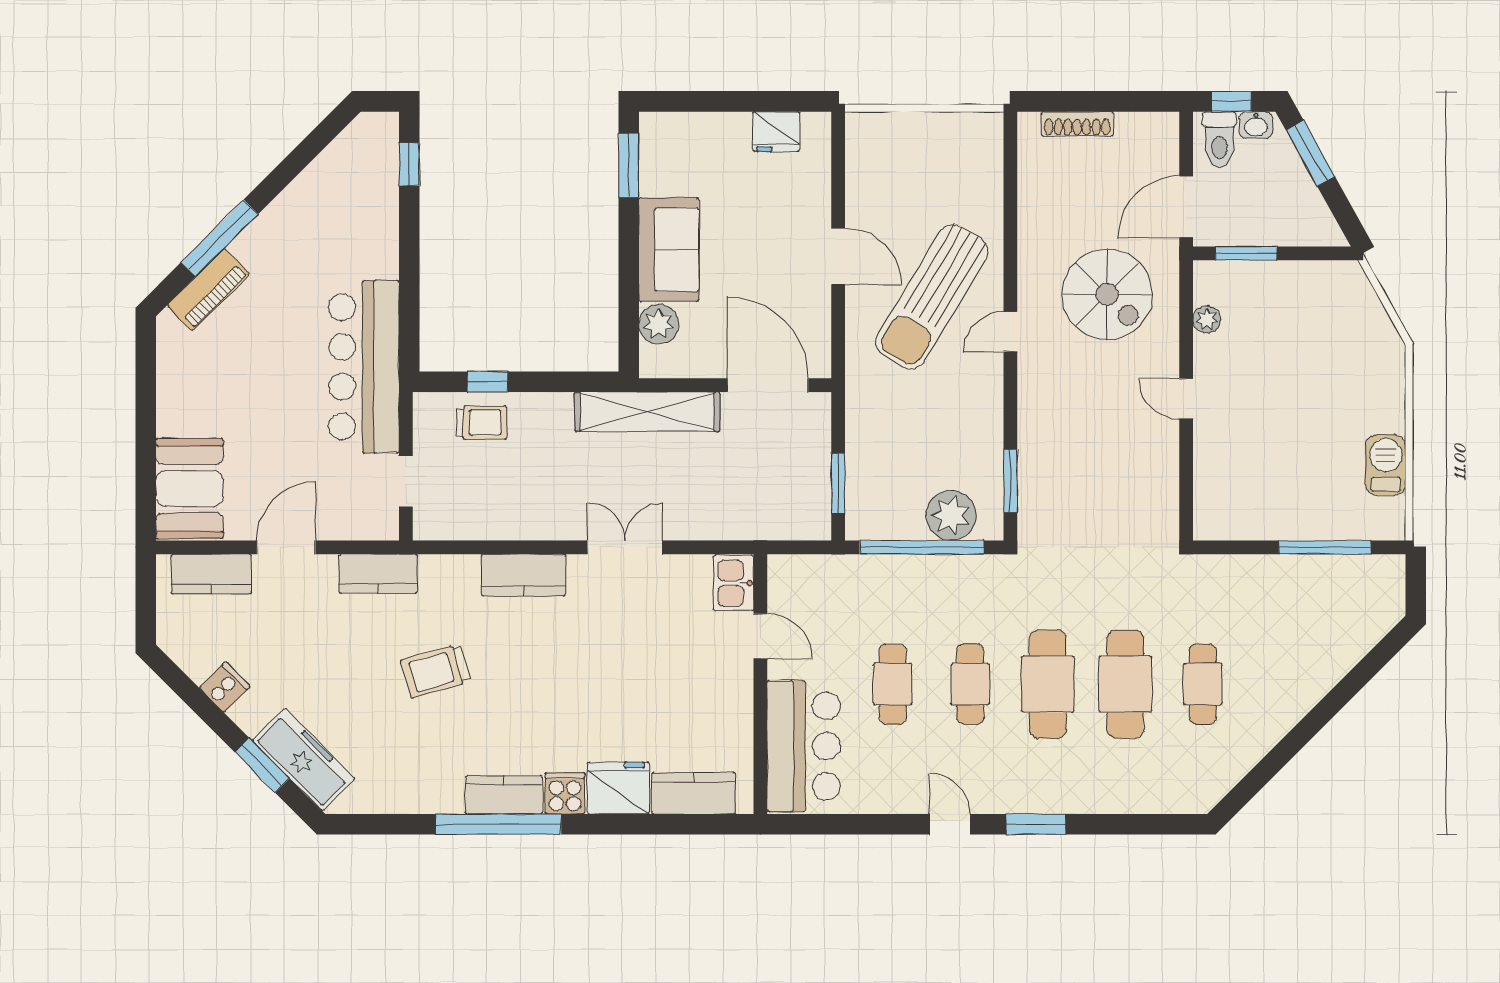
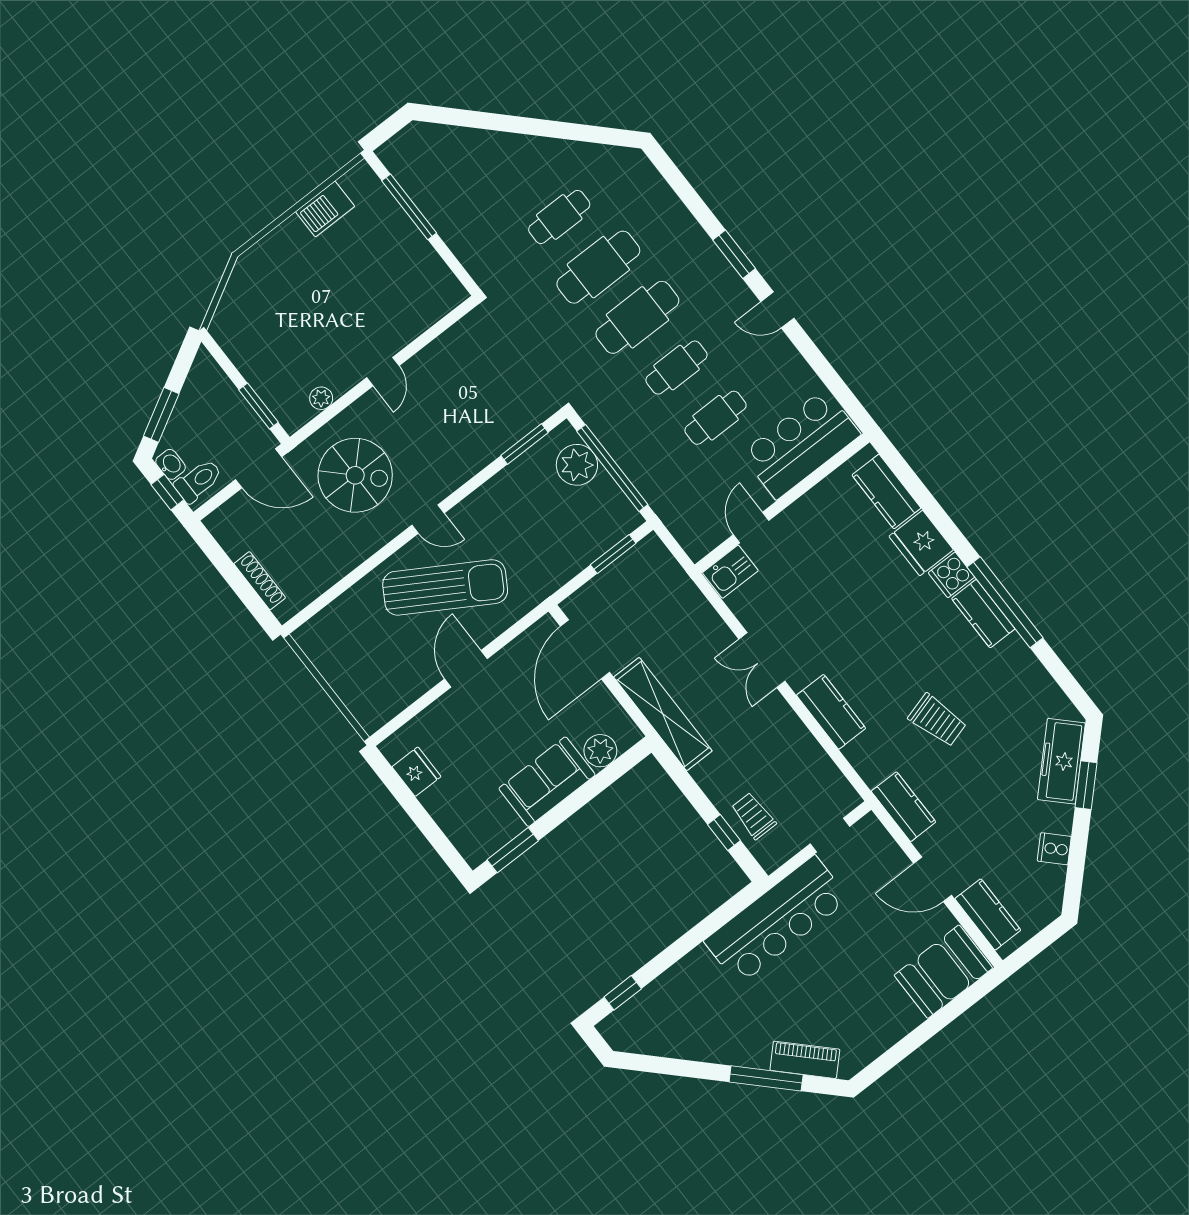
spiral stairs: (1107, 294) -> (355, 475), turned 90
door: (950, 824) -> (777, 310), hinge flipped

